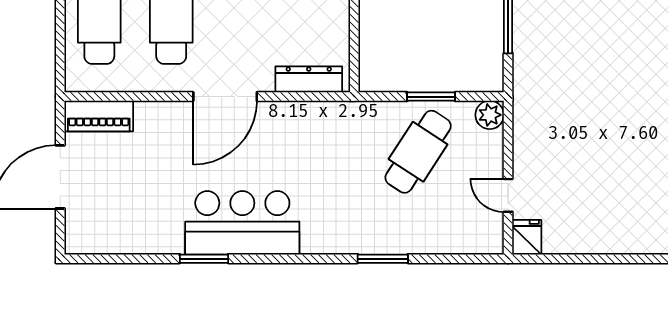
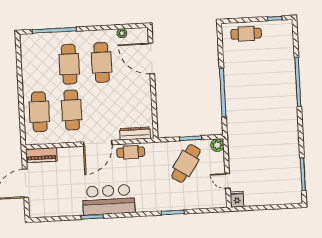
cafe table: (297, 120) -> (131, 152), added

